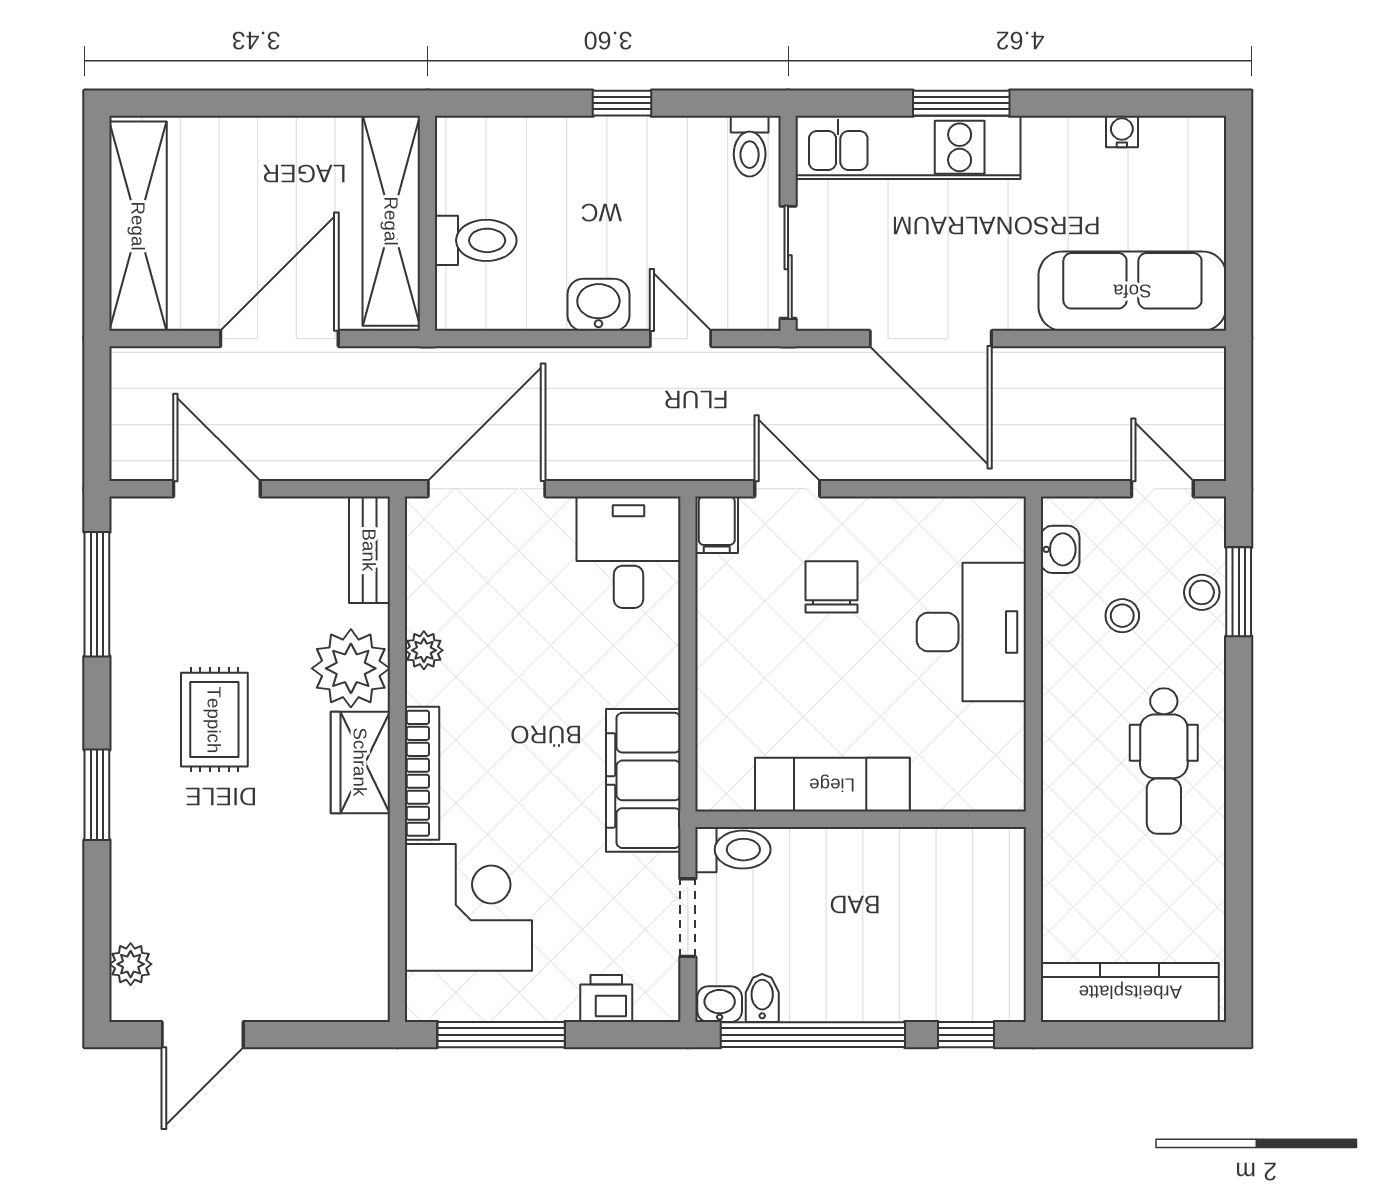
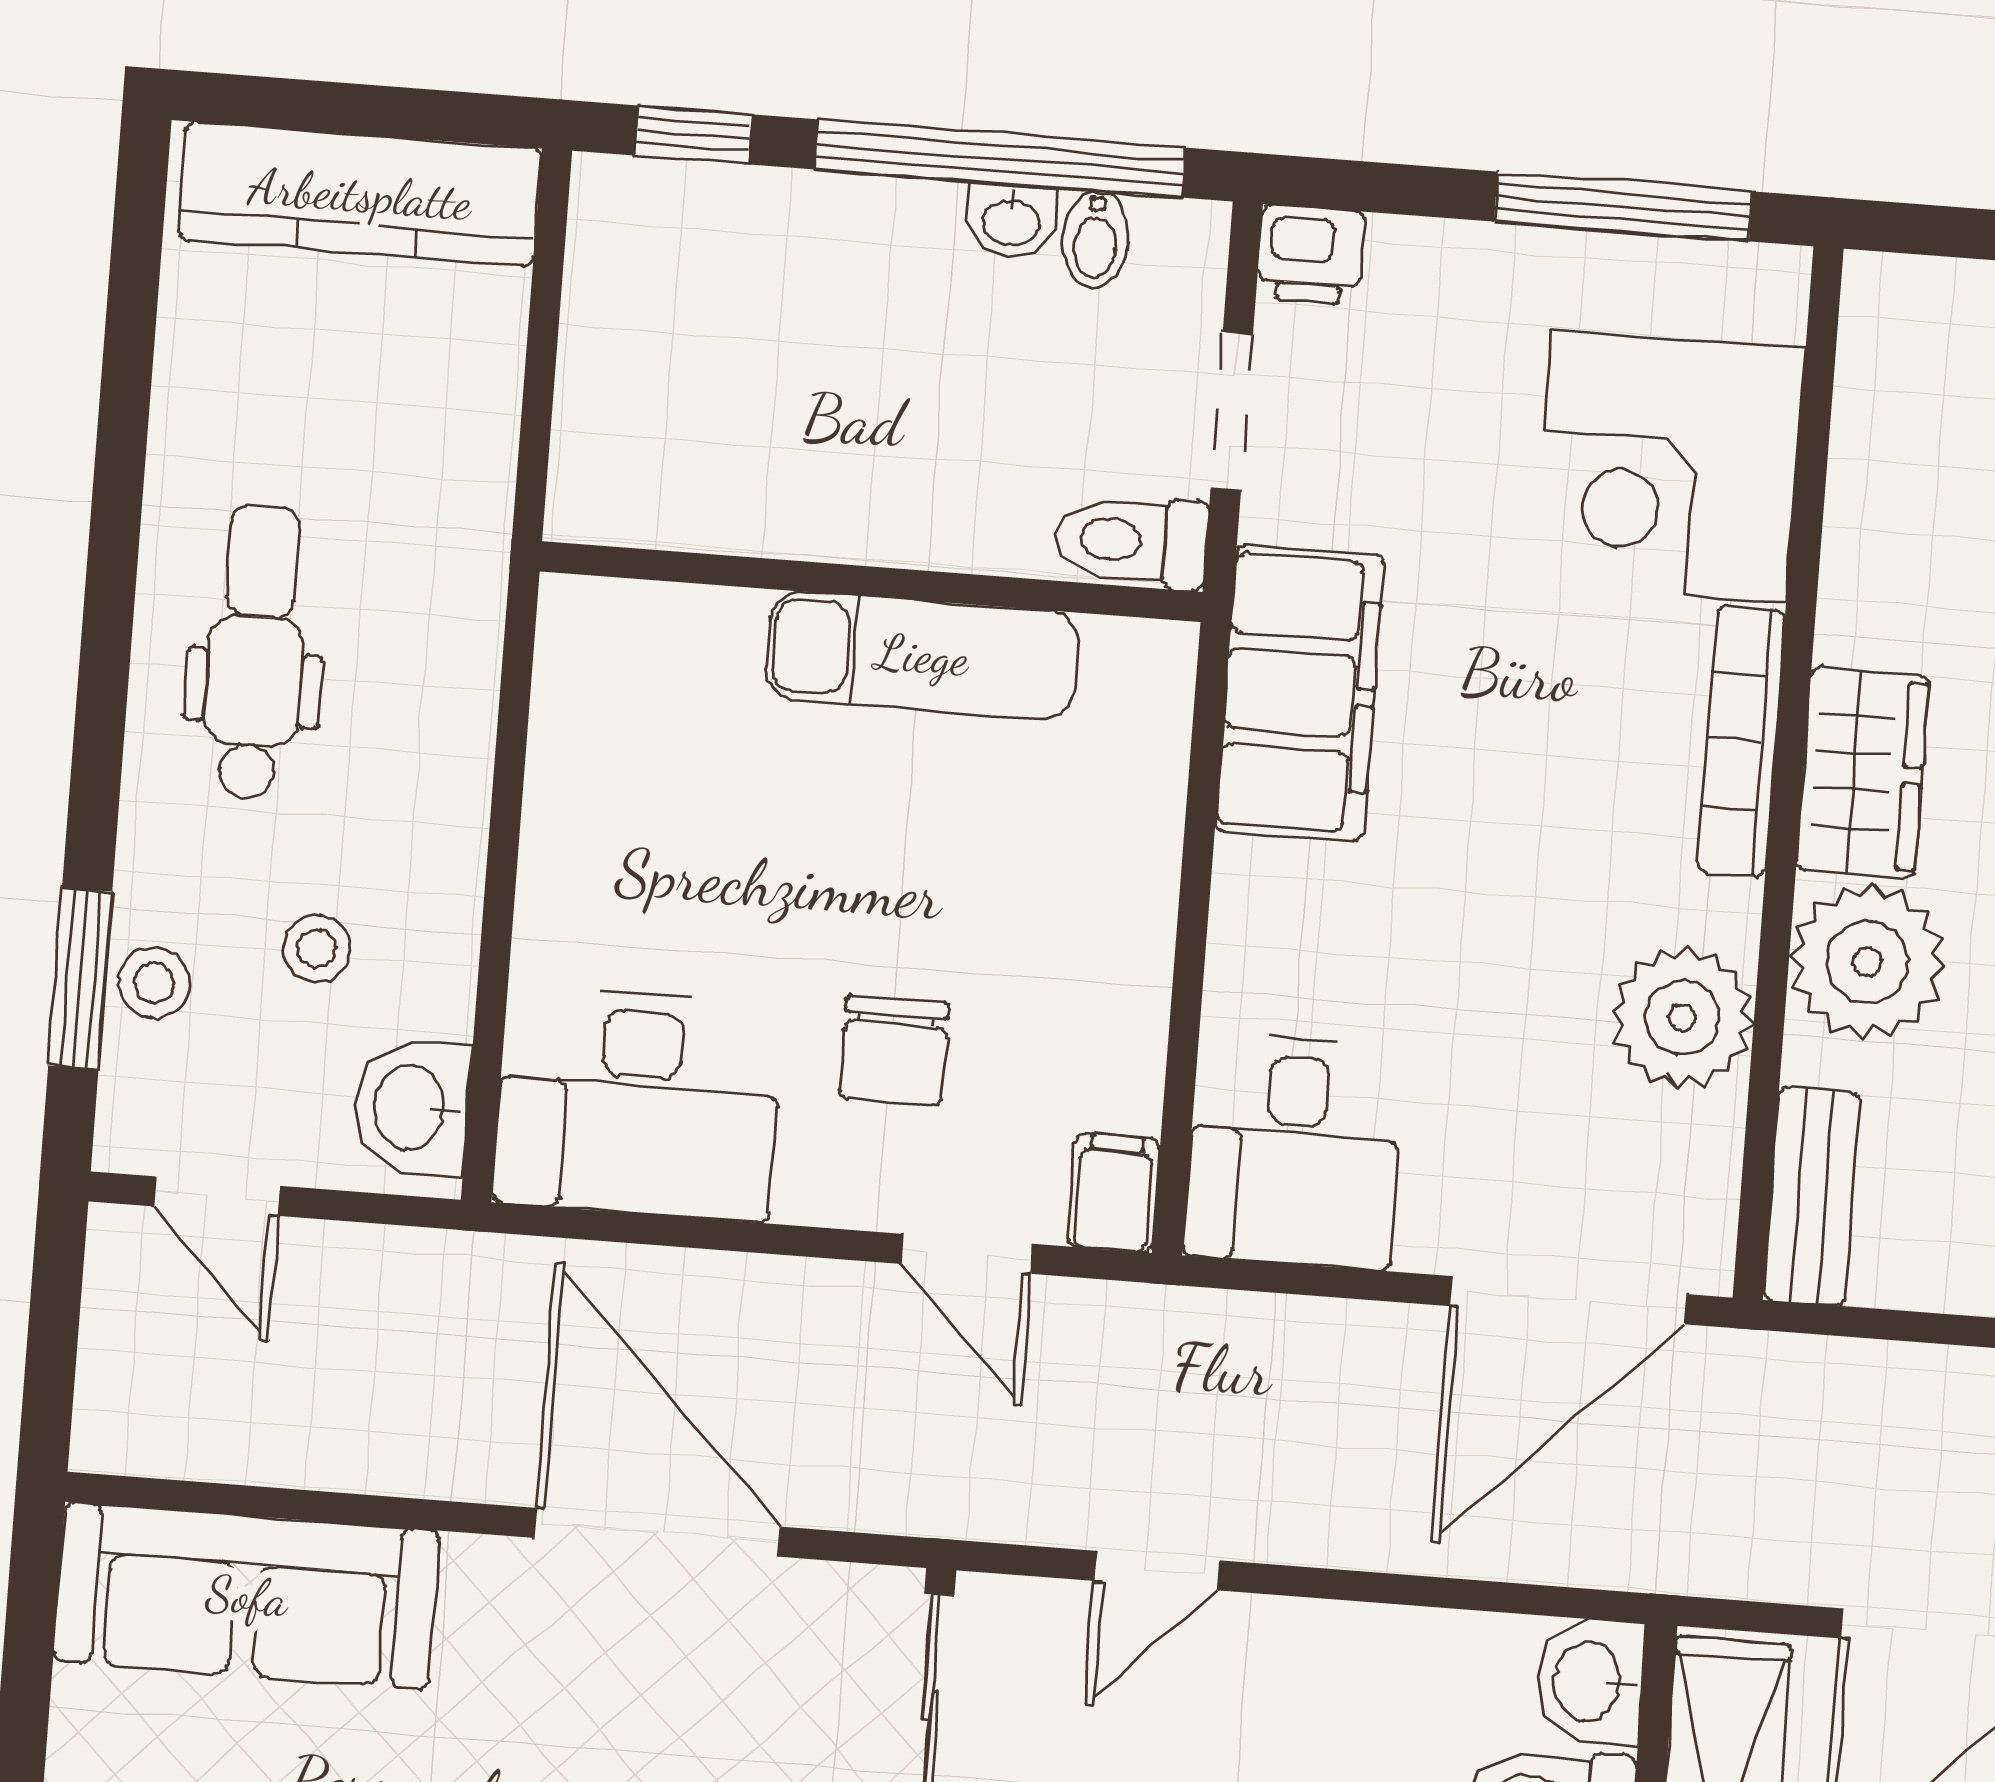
washbasin: (598, 305) -> (1590, 1681), moved, turned 90
door: (681, 339) -> (1157, 1571), hinge flipped
washbasin: (1060, 549) -> (412, 1108), width x1.38, depth x1.45
desk: (971, 632) -> (638, 1104), moved, turned -90
plant: (424, 650) -> (1683, 1018), width x1.87, depth x1.87
printer: (606, 999) -> (1311, 255), moved
washbasin: (720, 1004) -> (1011, 221), moved

